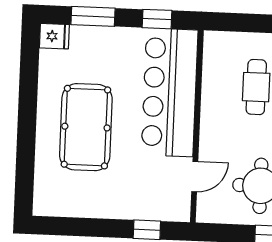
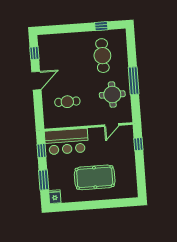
bar counter: (170, 92) -> (67, 142), width x0.73
door: (195, 177) -> (112, 125), swing flipped

